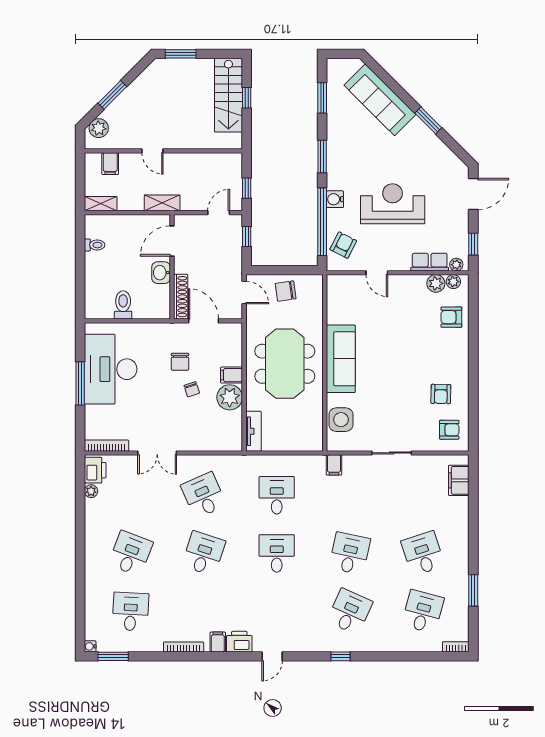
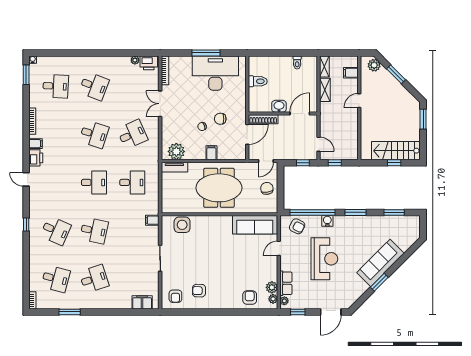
sofa: (380, 100) -> (380, 263), moved
door: (473, 194) -> (331, 312), hinge flipped
shelving: (162, 203) -> (325, 90), moved
door: (172, 241) -> (300, 113), hinge flipped
sofa: (341, 359) -> (255, 225), moved
plant: (230, 397) -> (176, 151), moved

